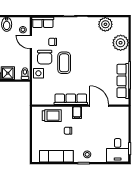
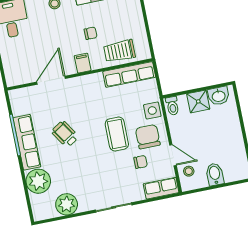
wheelchair: (97, 69) -> (65, 134), added
row of seats: (123, 81) -> (27, 142), moved
row of seats: (71, 99) -> (129, 74), moved
door: (99, 106) -> (51, 80), swing flipped

